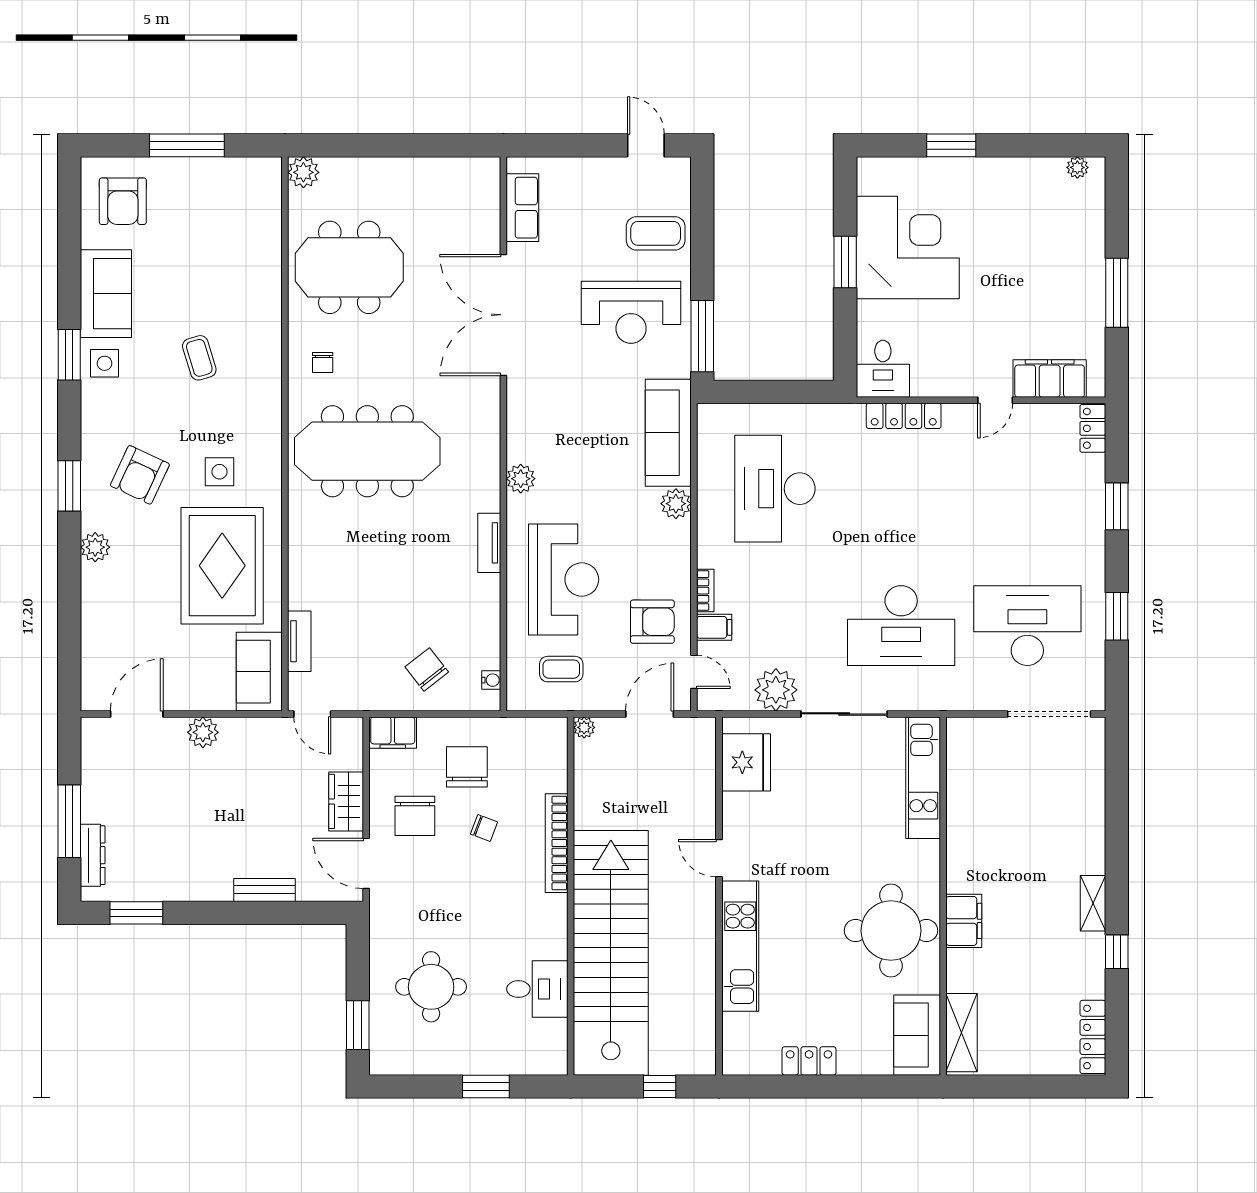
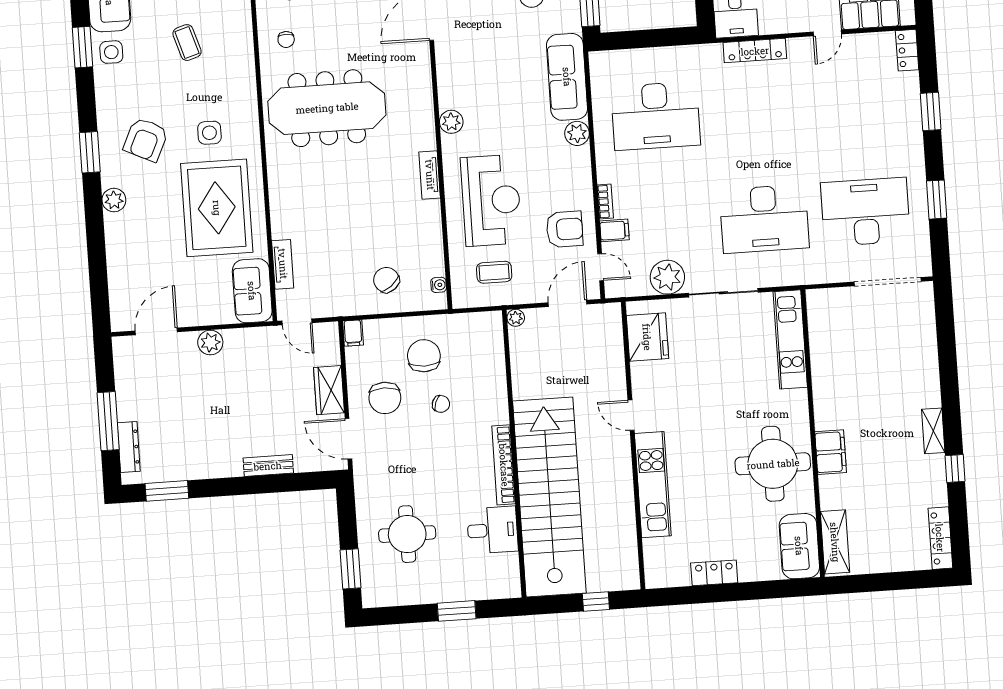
desk: (775, 489) -> (656, 116), turned -90
filing cabinet: (393, 733) -> (353, 333), width x0.50
bookcase: (557, 843) -> (504, 465), moved

